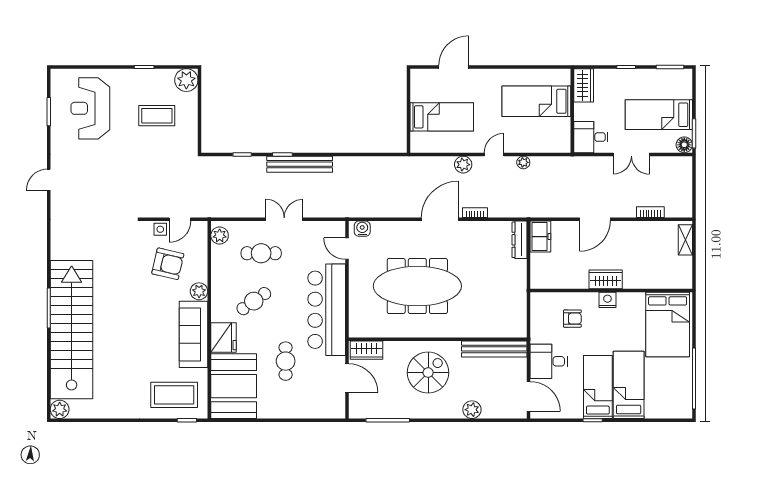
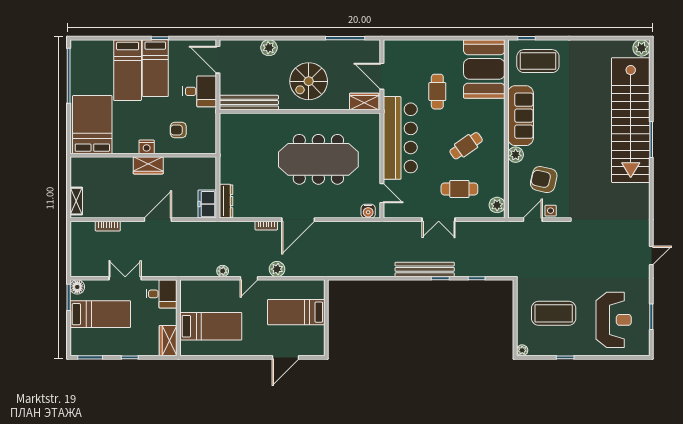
plant: (186, 80) -> (522, 350), width x0.53, depth x0.53
coffee table: (157, 116) -> (554, 313), width x1.36, depth x1.32
fridge: (223, 337) -> (493, 113), removed

